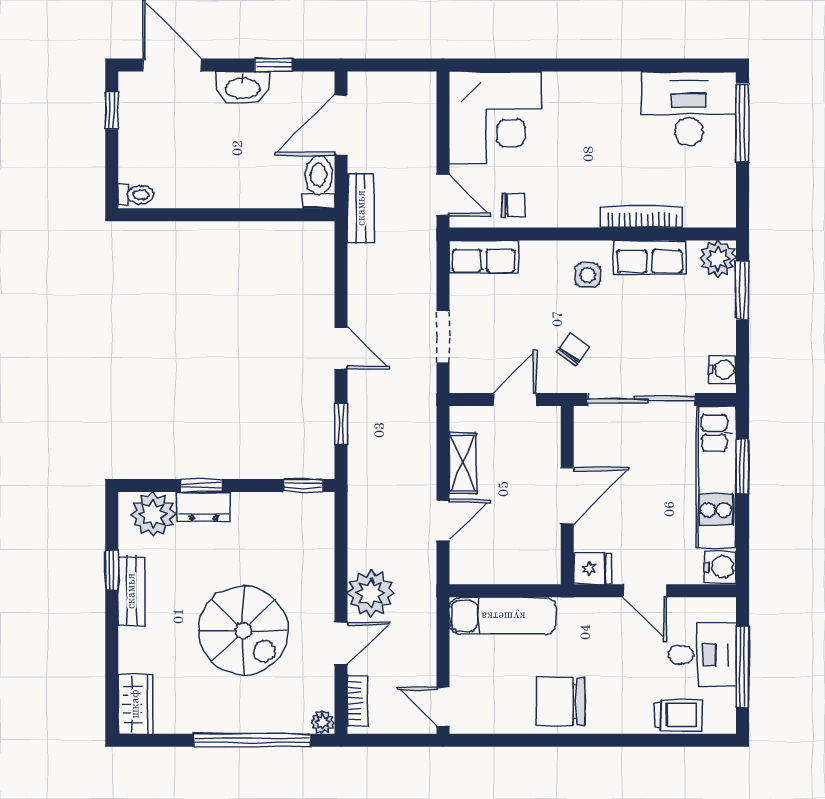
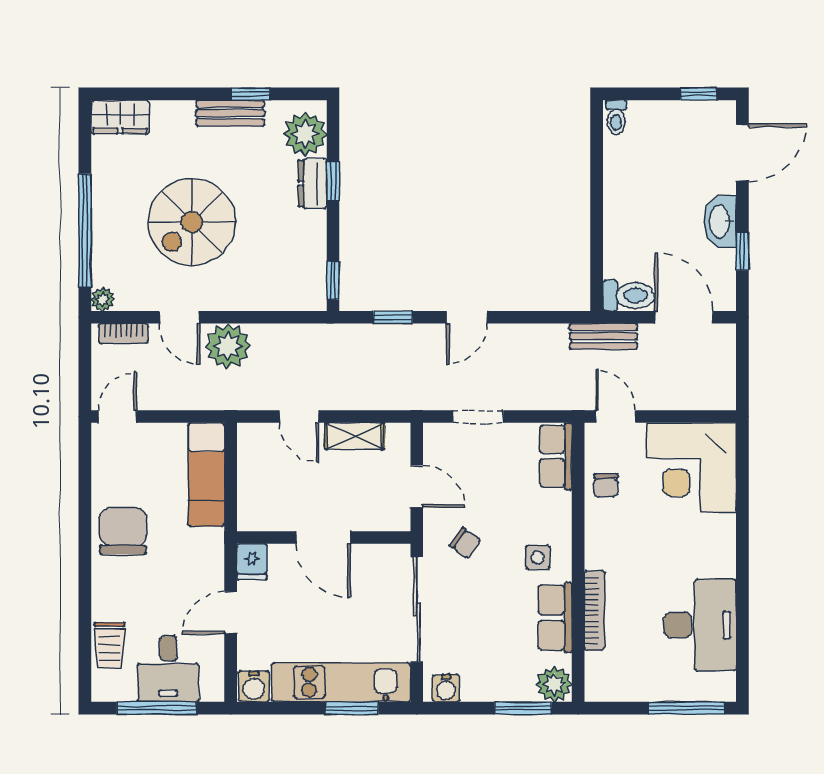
desk: (689, 108) -> (700, 625), moved
door: (443, 195) -> (616, 417), swing flipped

